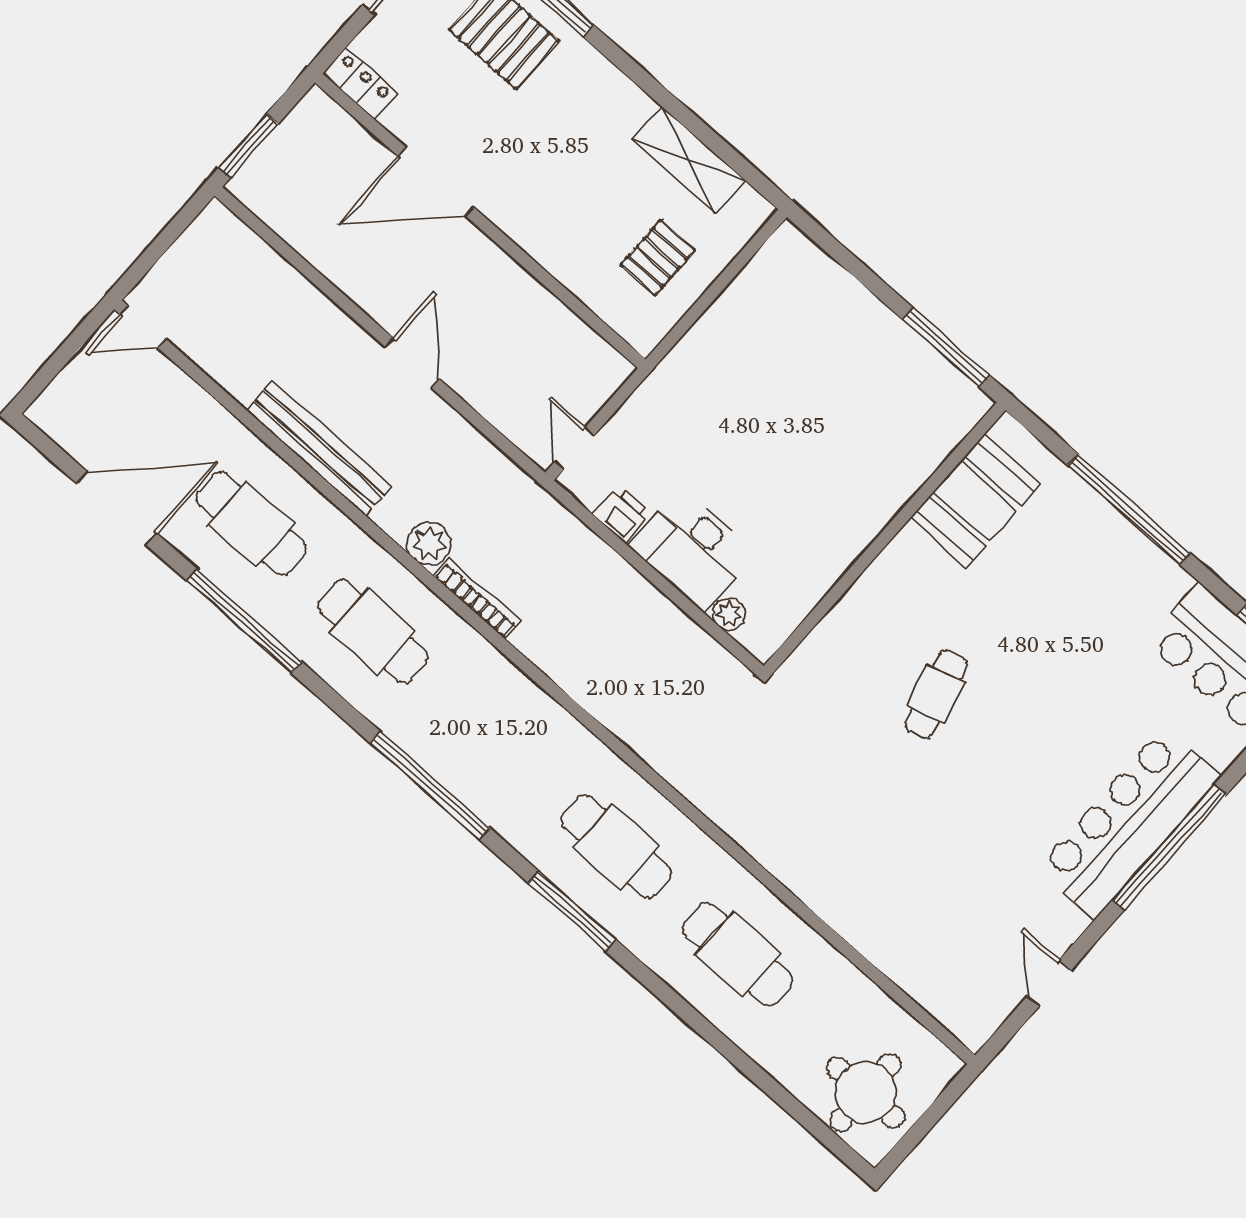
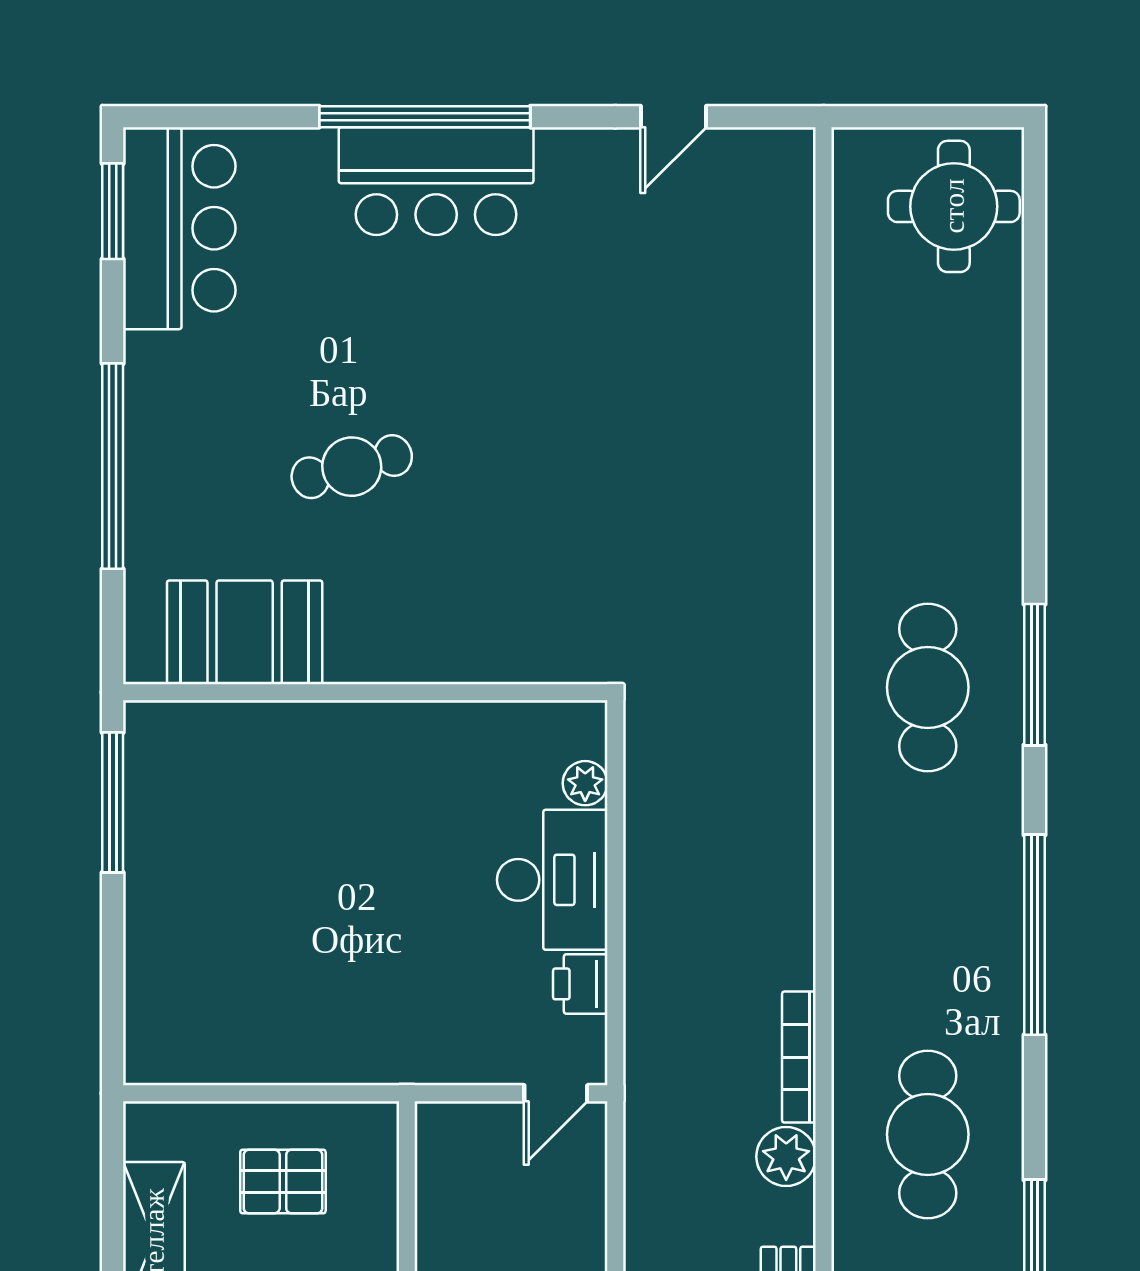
cafe table: (936, 694) -> (352, 467), moved
bar counter: (1129, 823) -> (436, 181), width x0.73
cafe table: (738, 954) -> (928, 464), removed

